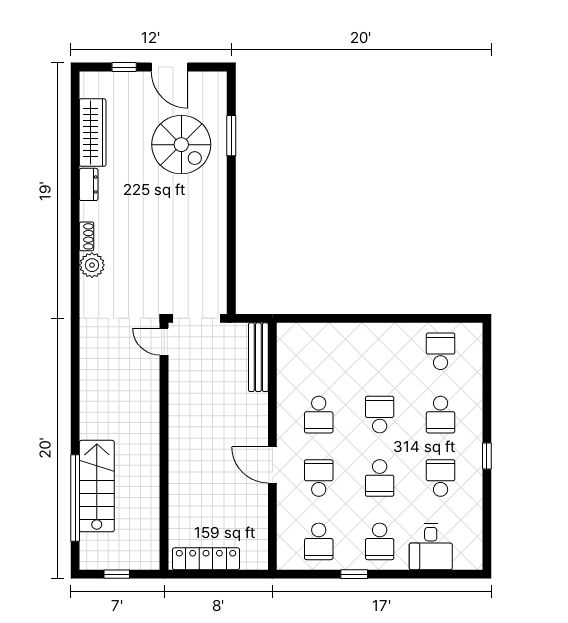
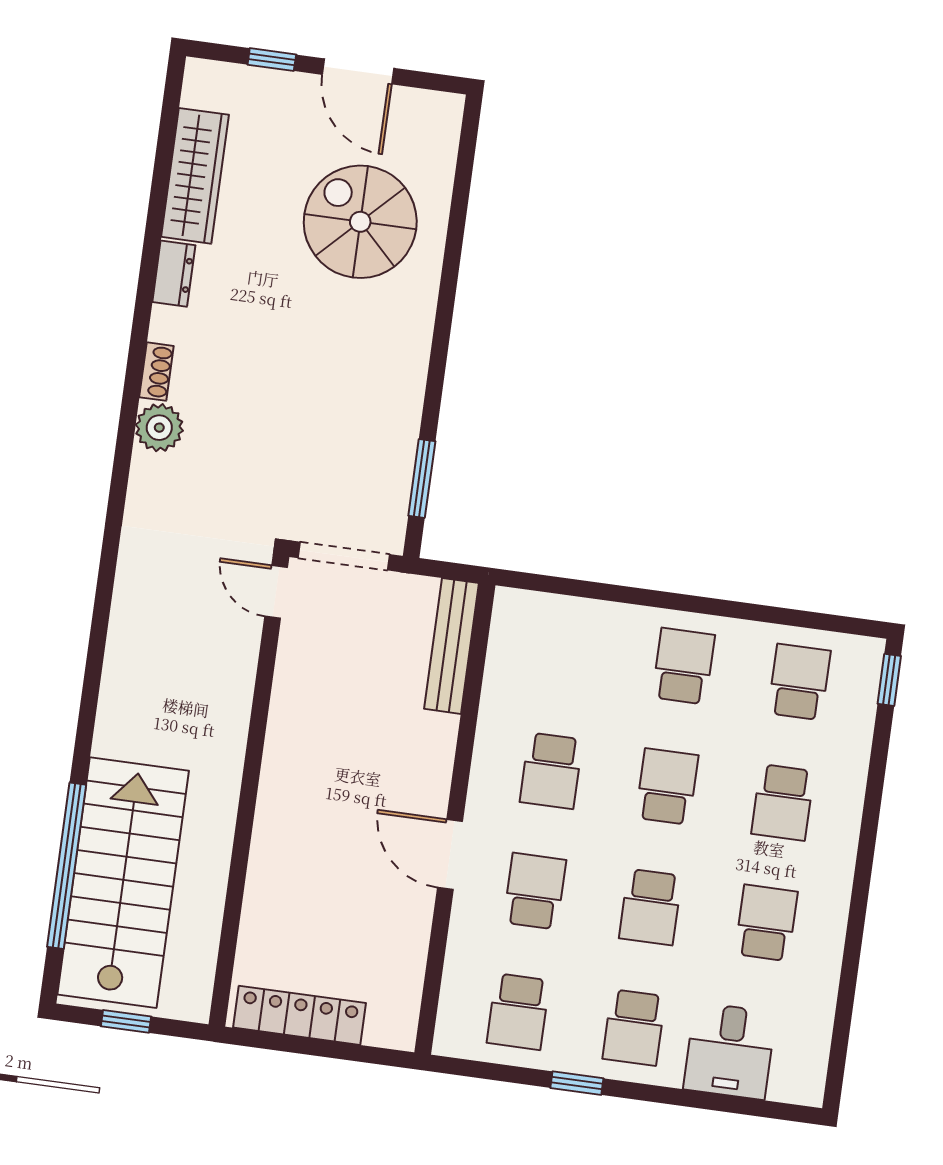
window: (231, 136) -> (422, 479), moved
spiral stairs: (181, 145) -> (360, 222), turned 180
school desk: (380, 351) -> (683, 666), added
window: (487, 456) -> (889, 680), moved
stairs: (97, 486) -> (123, 883), width x1.36, depth x1.51

